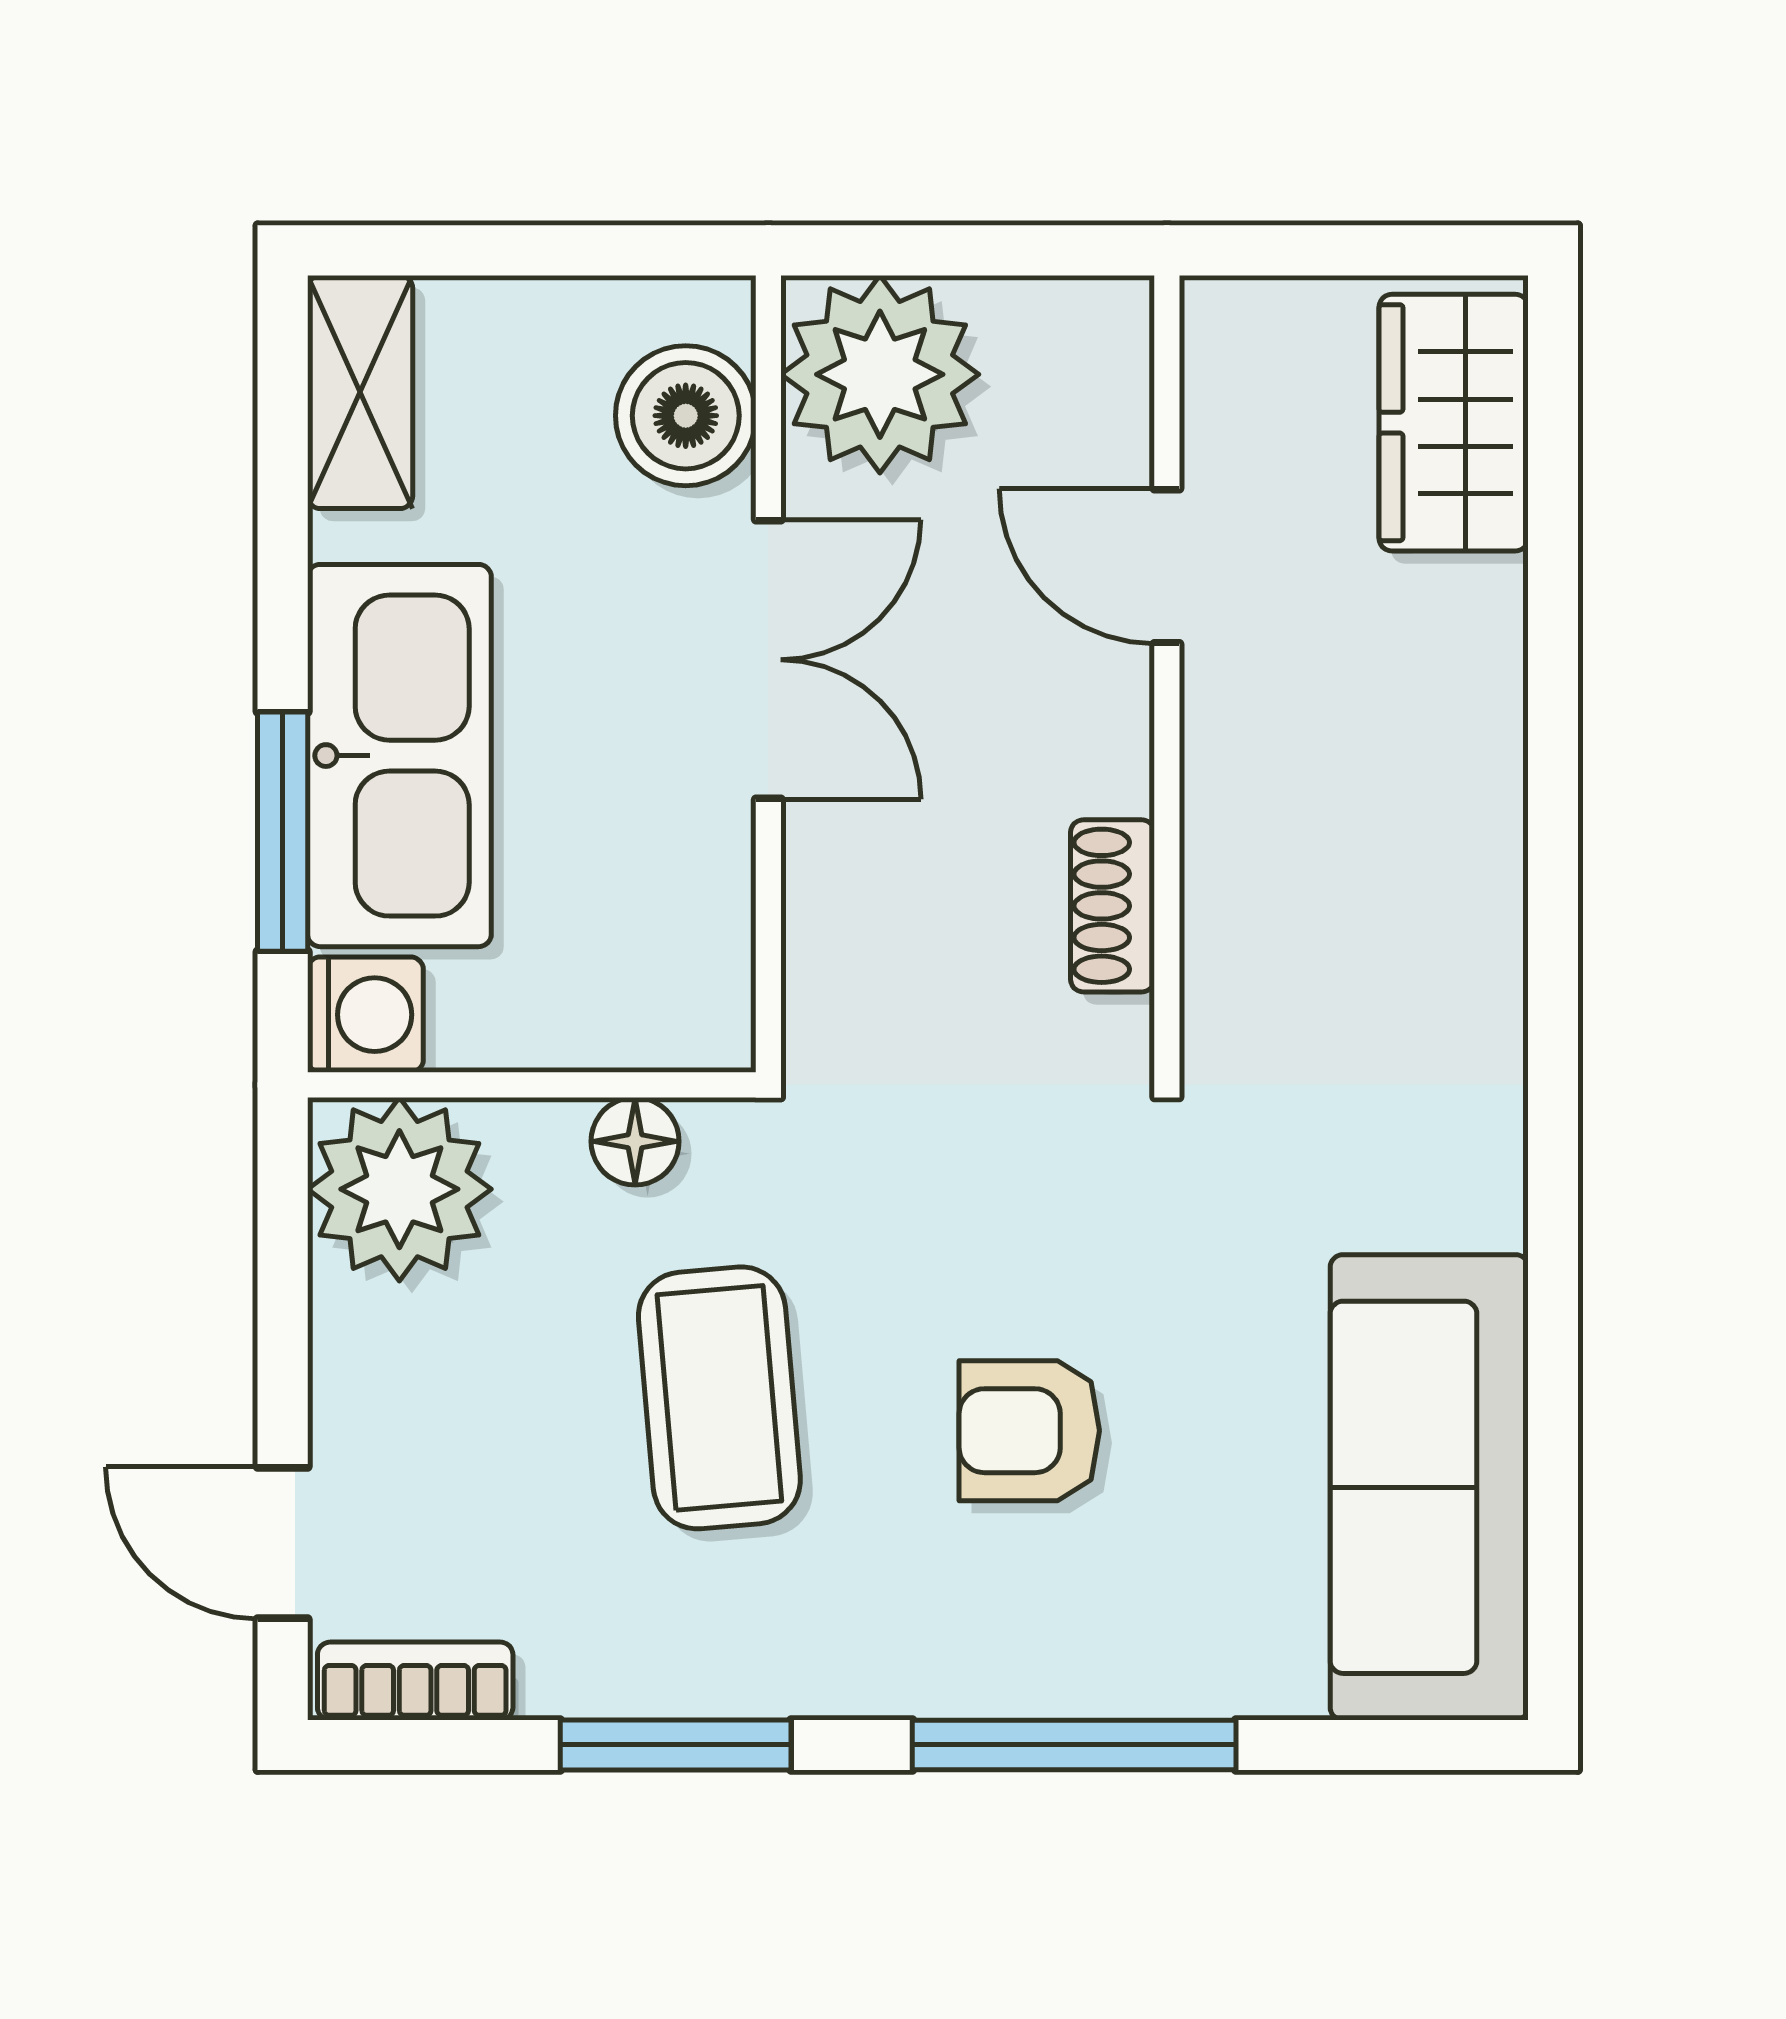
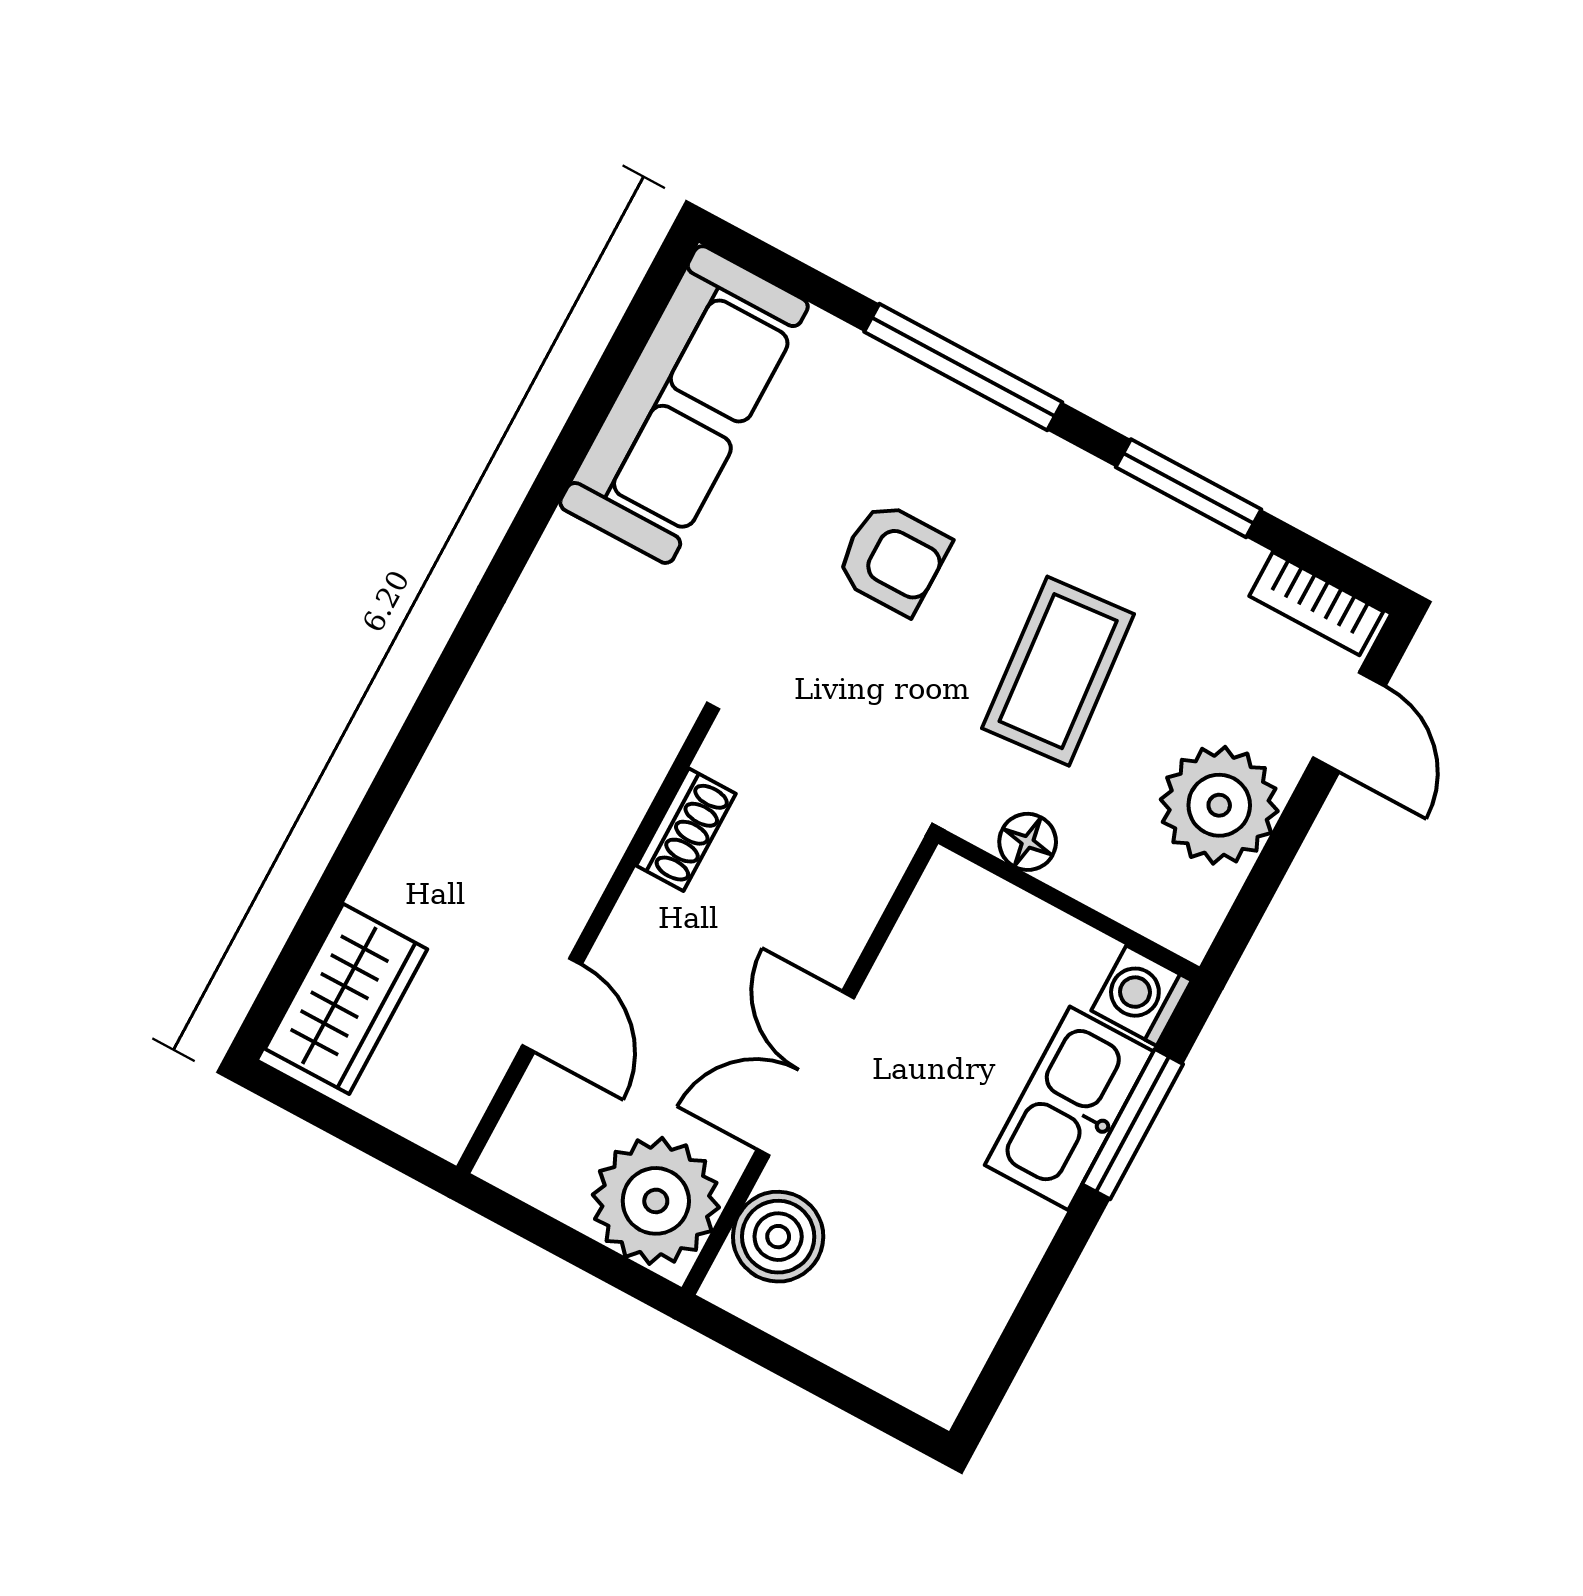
shelving: (360, 392) -> (955, 1349), removed
kitchen sink: (399, 756) -> (1069, 1108), width x0.73, depth x0.81
plant: (399, 1189) -> (1219, 805), moved

